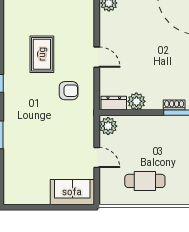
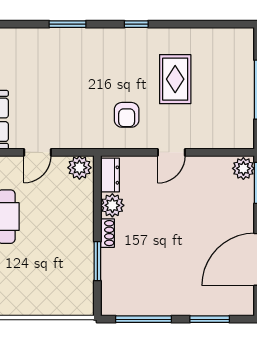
rug: (42, 54) -> (175, 79), turned 90
shoe rack: (174, 105) -> (107, 233), moved

